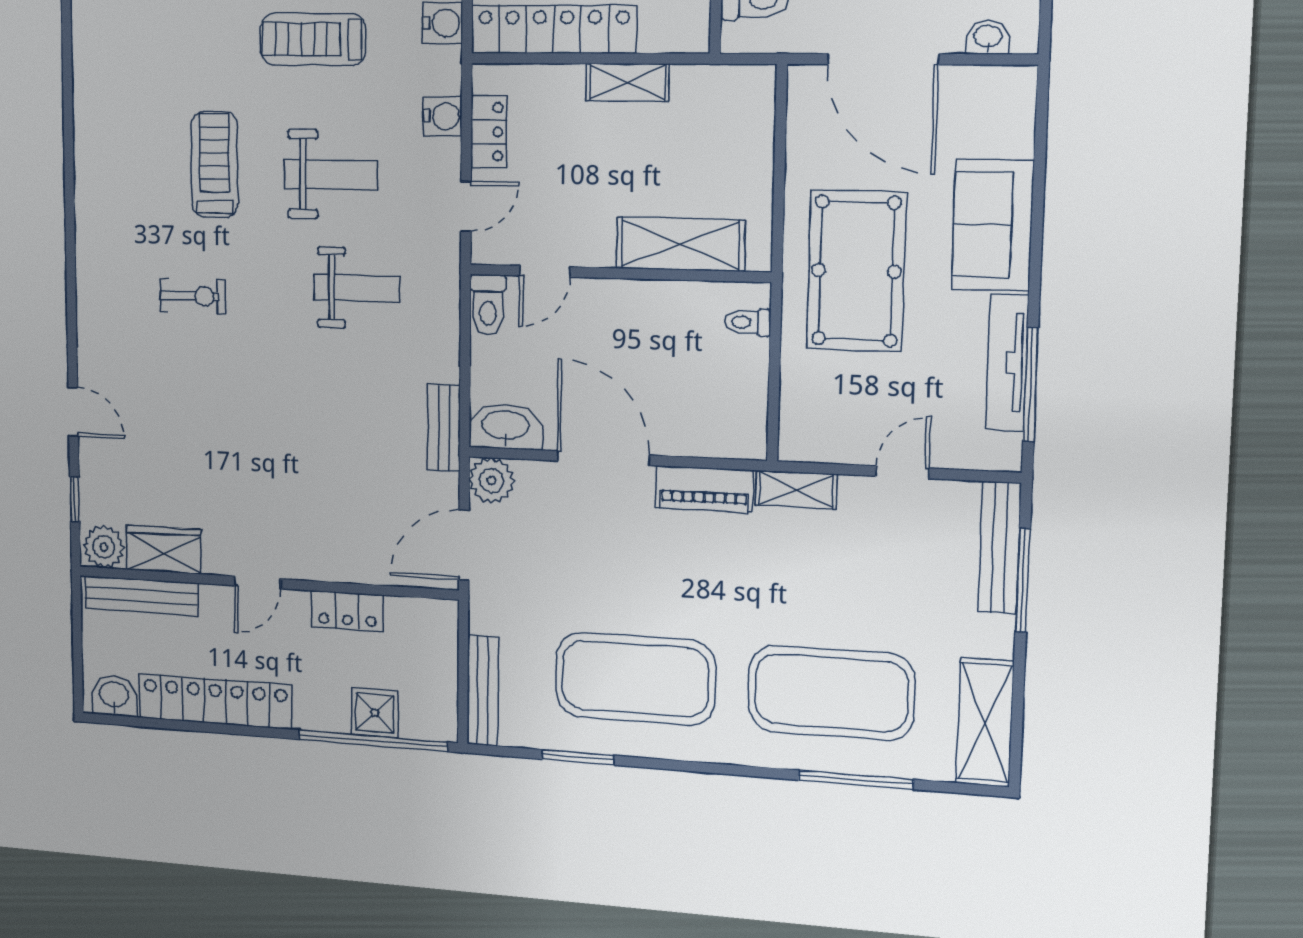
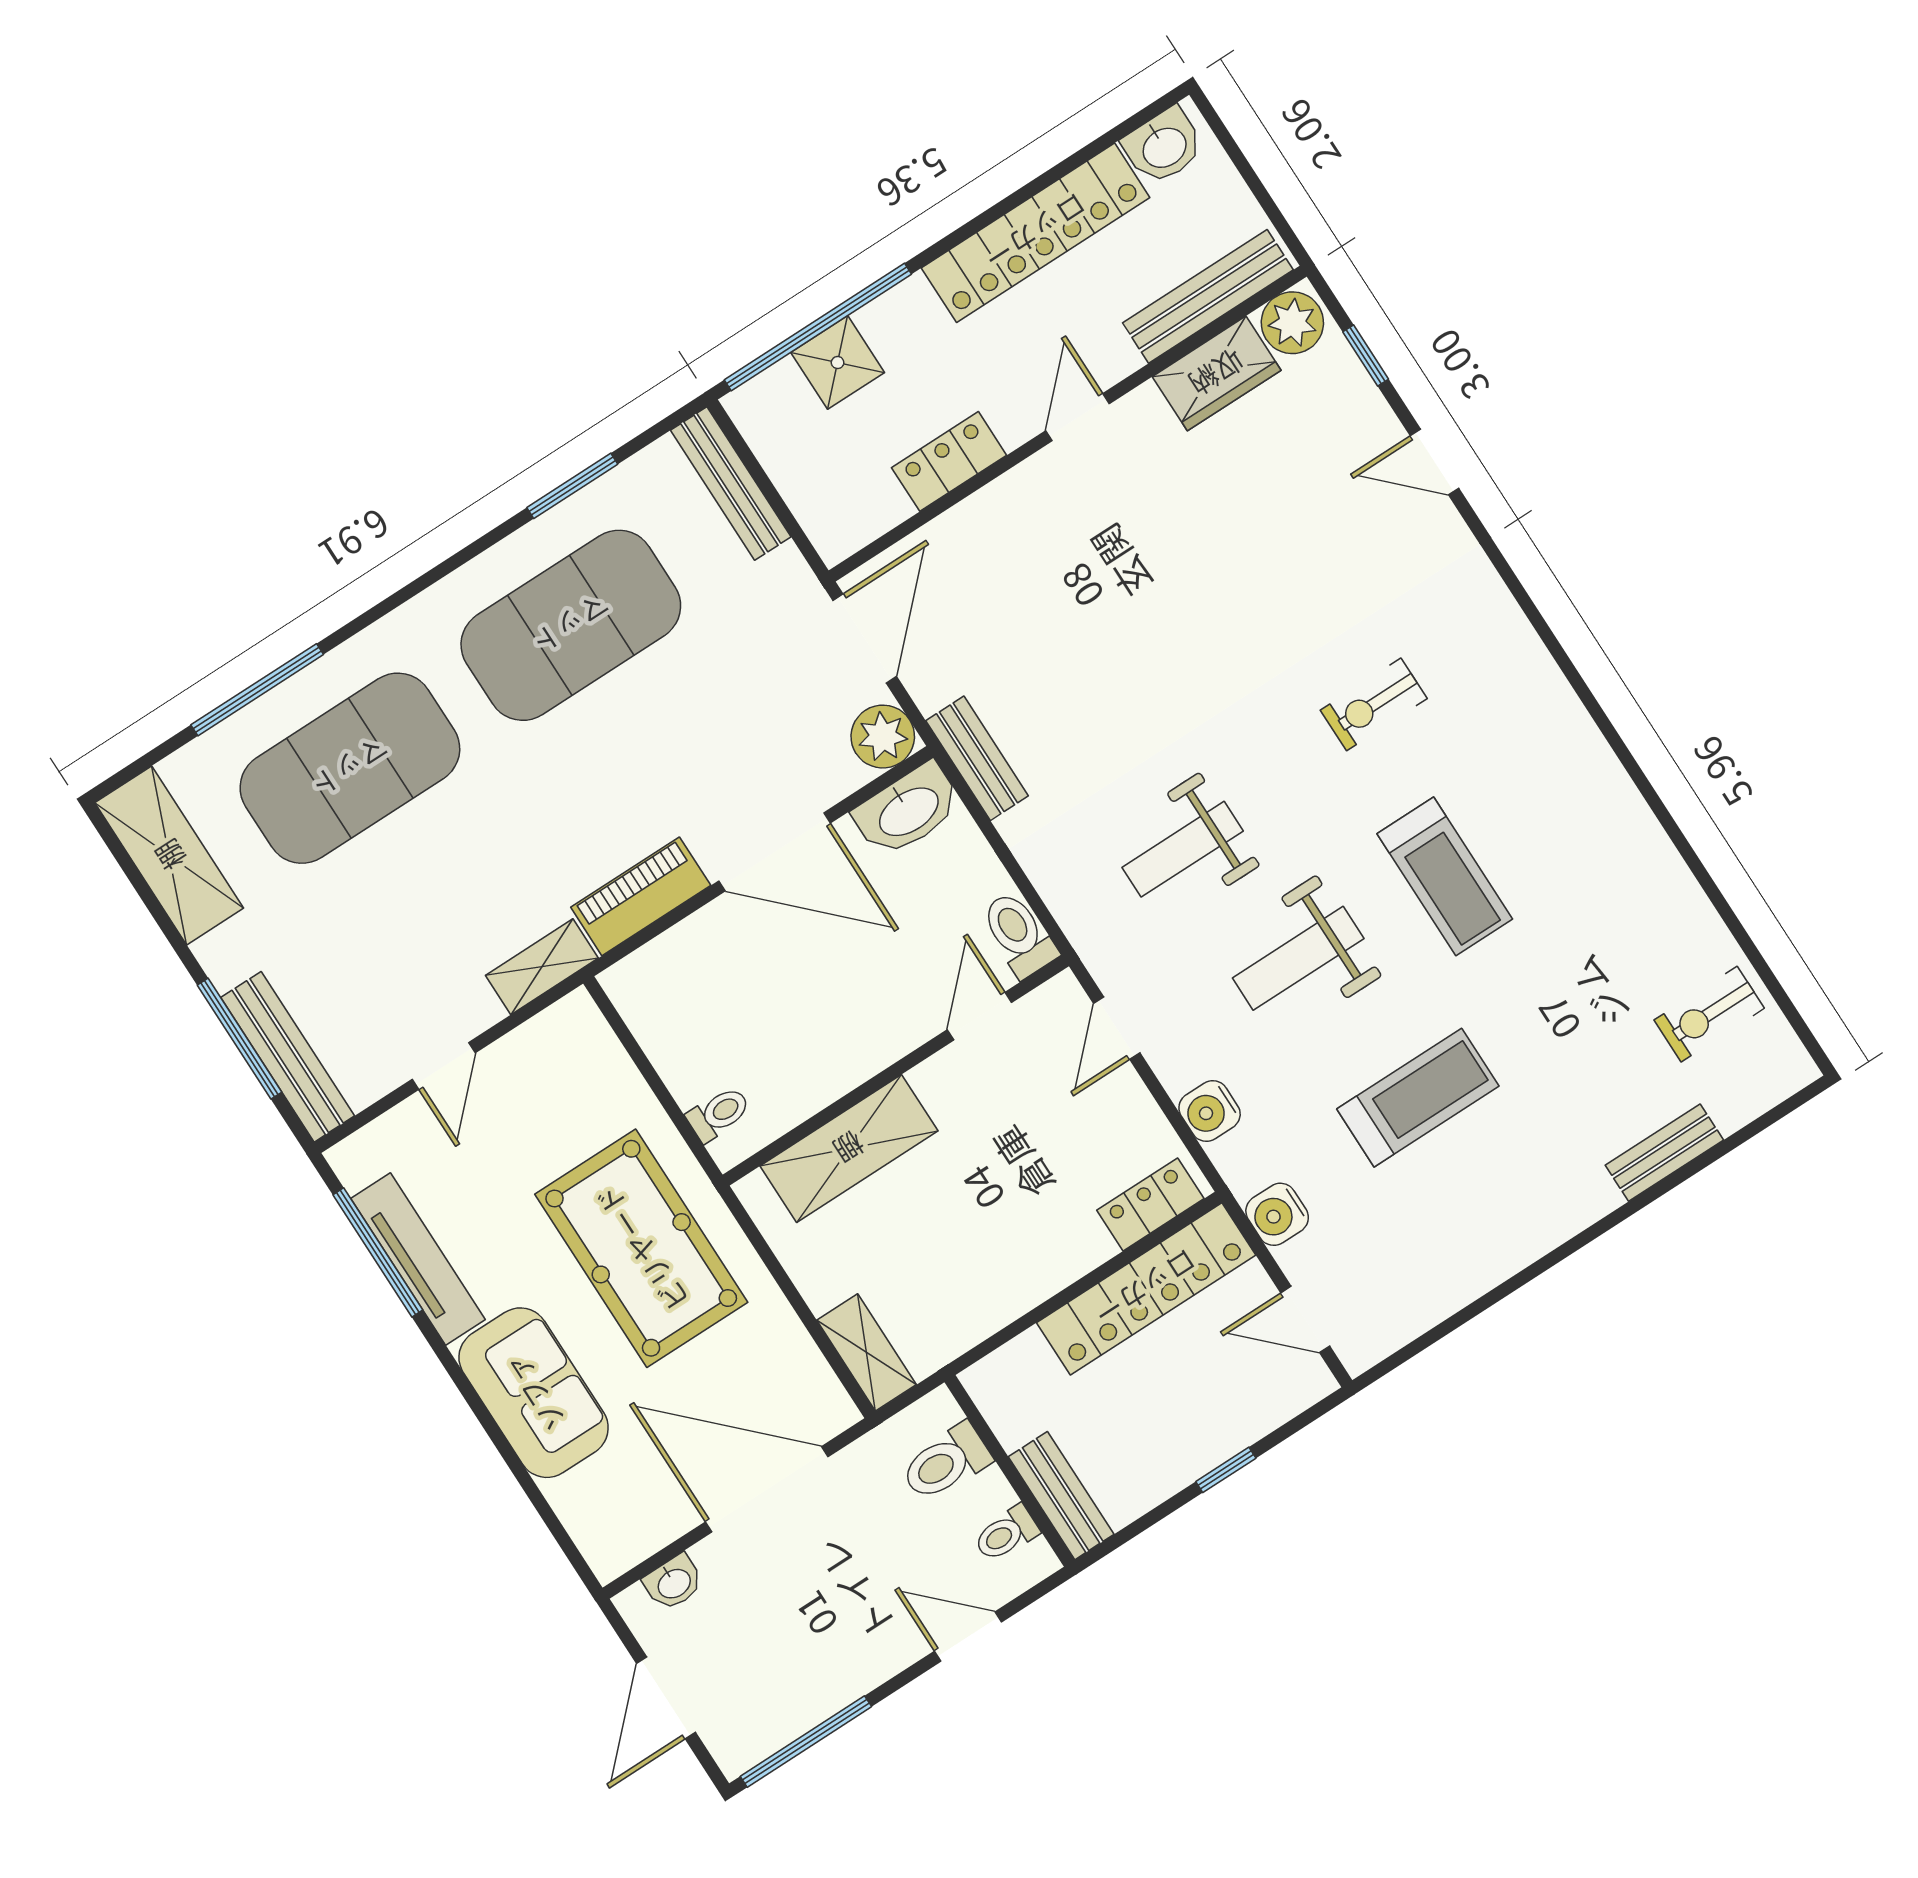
shelving: (628, 82) -> (867, 1352), moved, turned 90
locker: (489, 132) -> (1150, 1204), moved, turned 90

